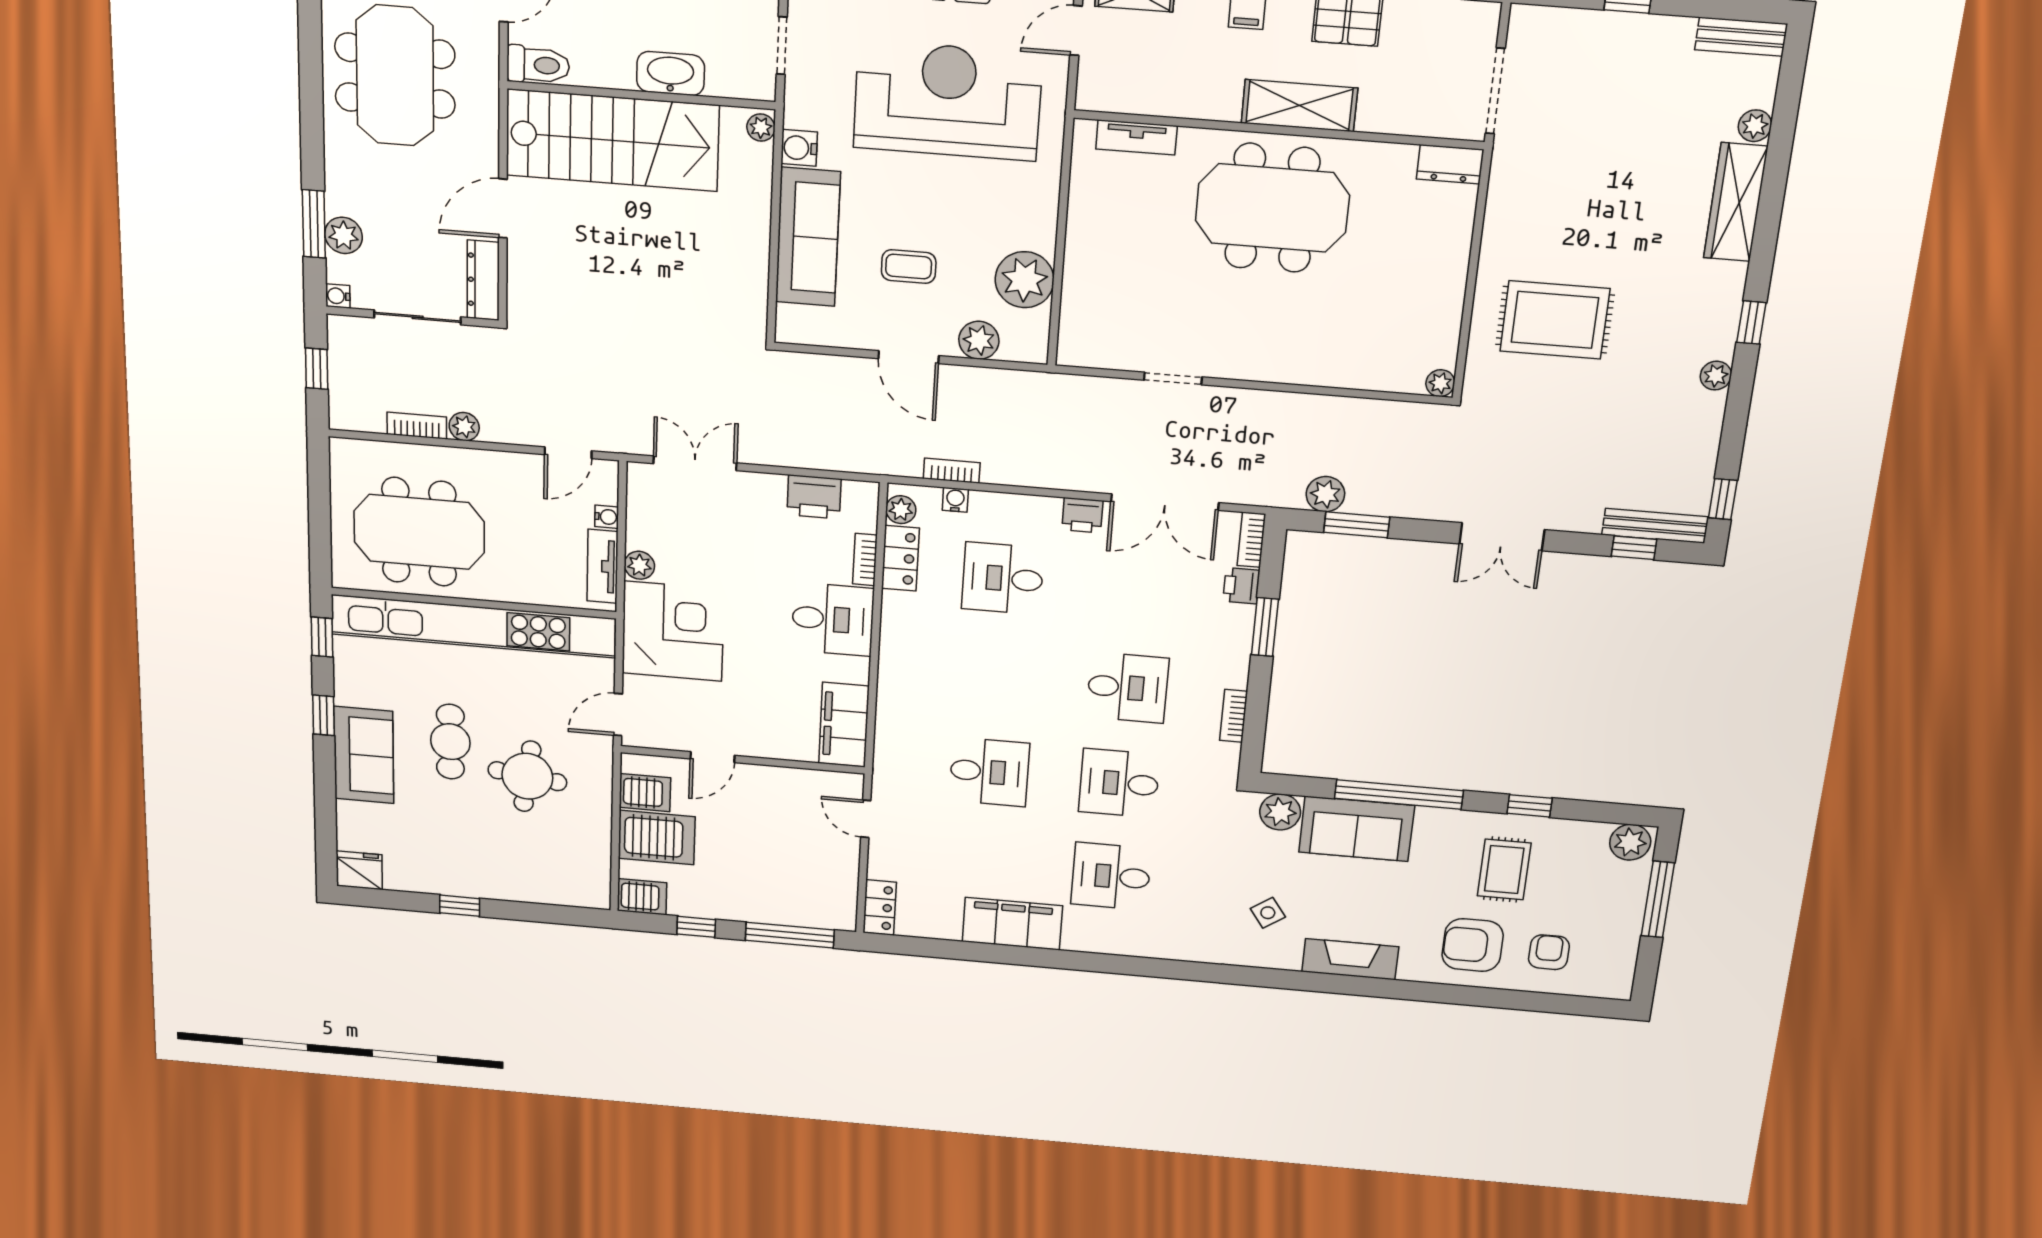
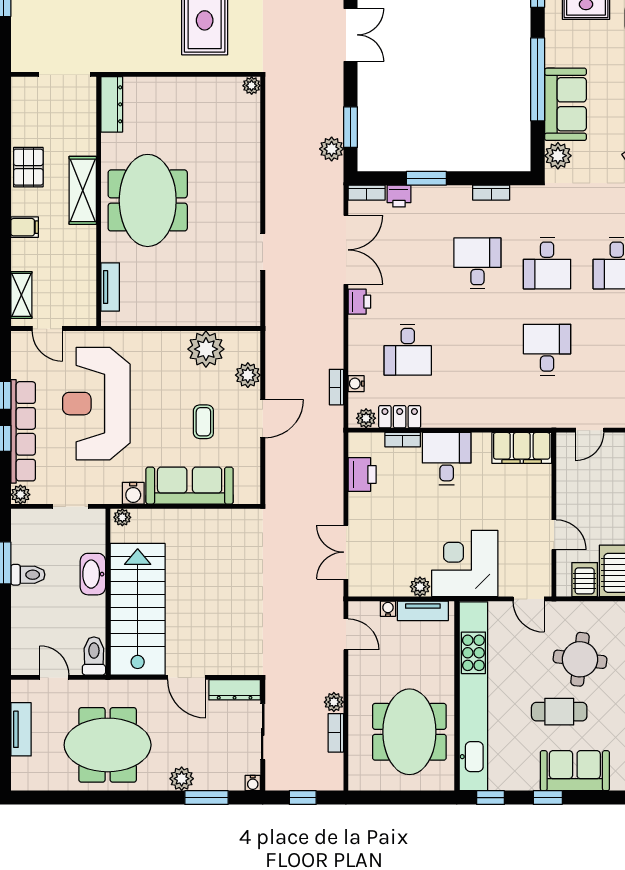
dresser: (1450, 164) -> (112, 104), width x1.44
plant: (344, 235) -> (182, 779), moved

